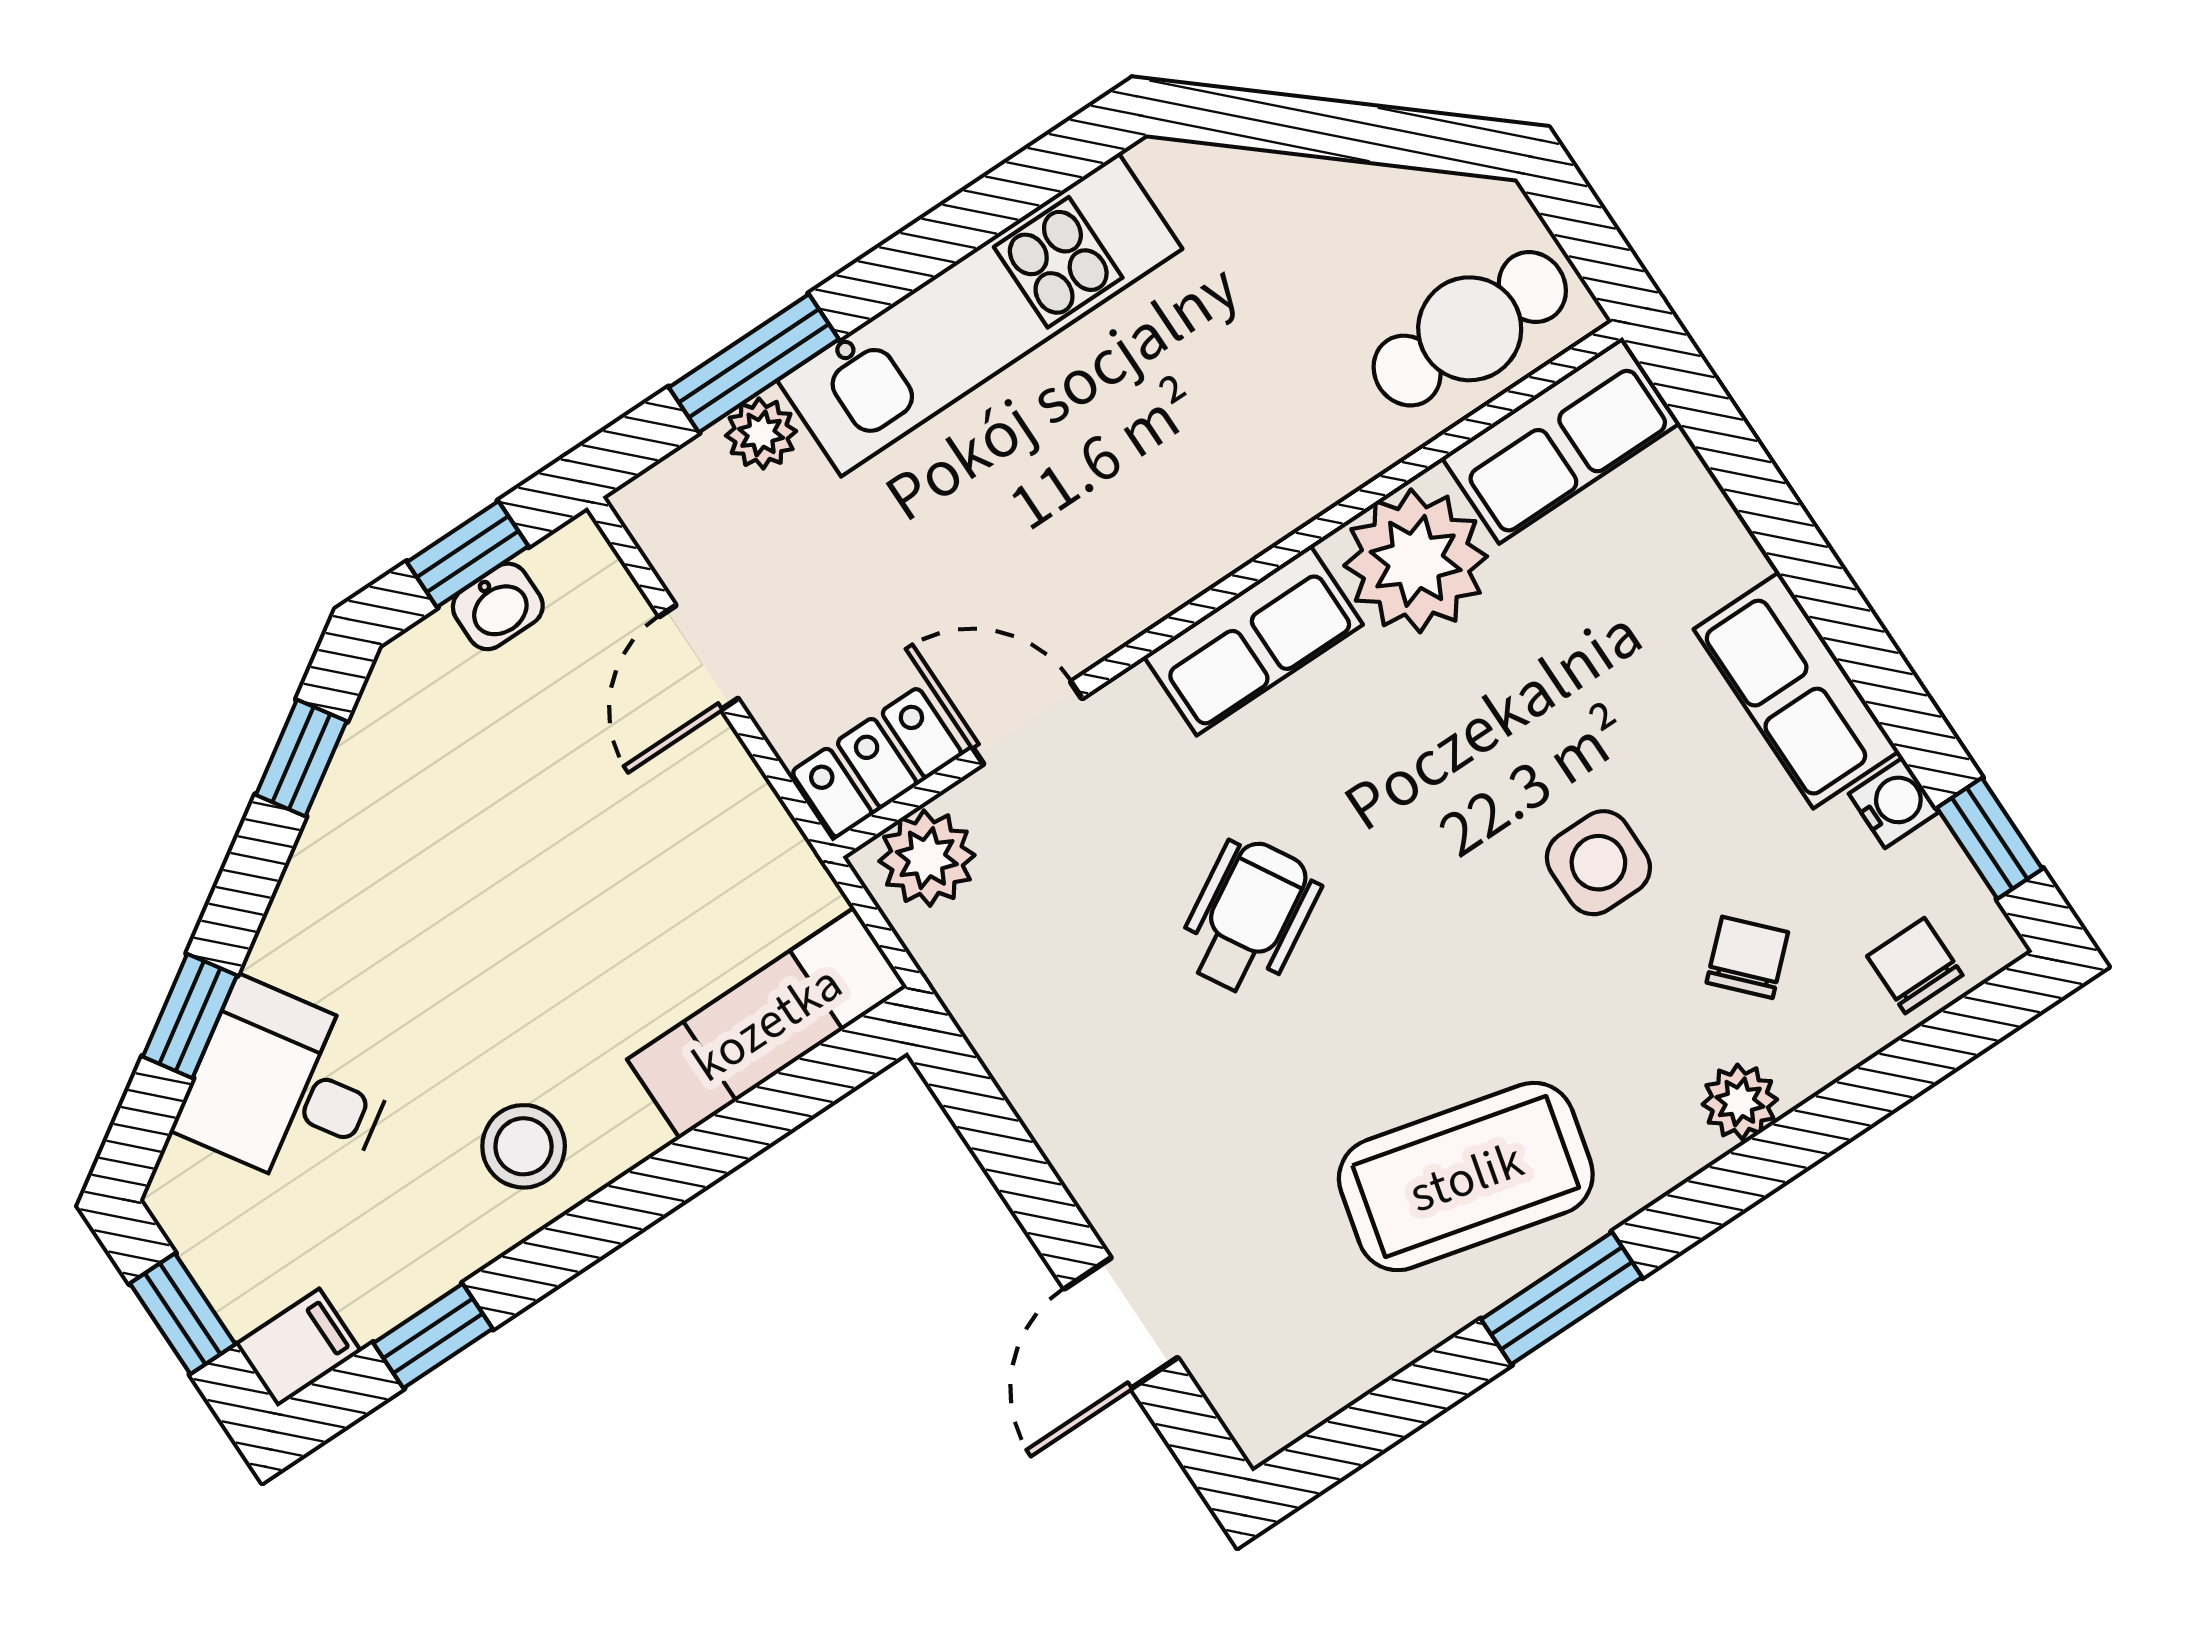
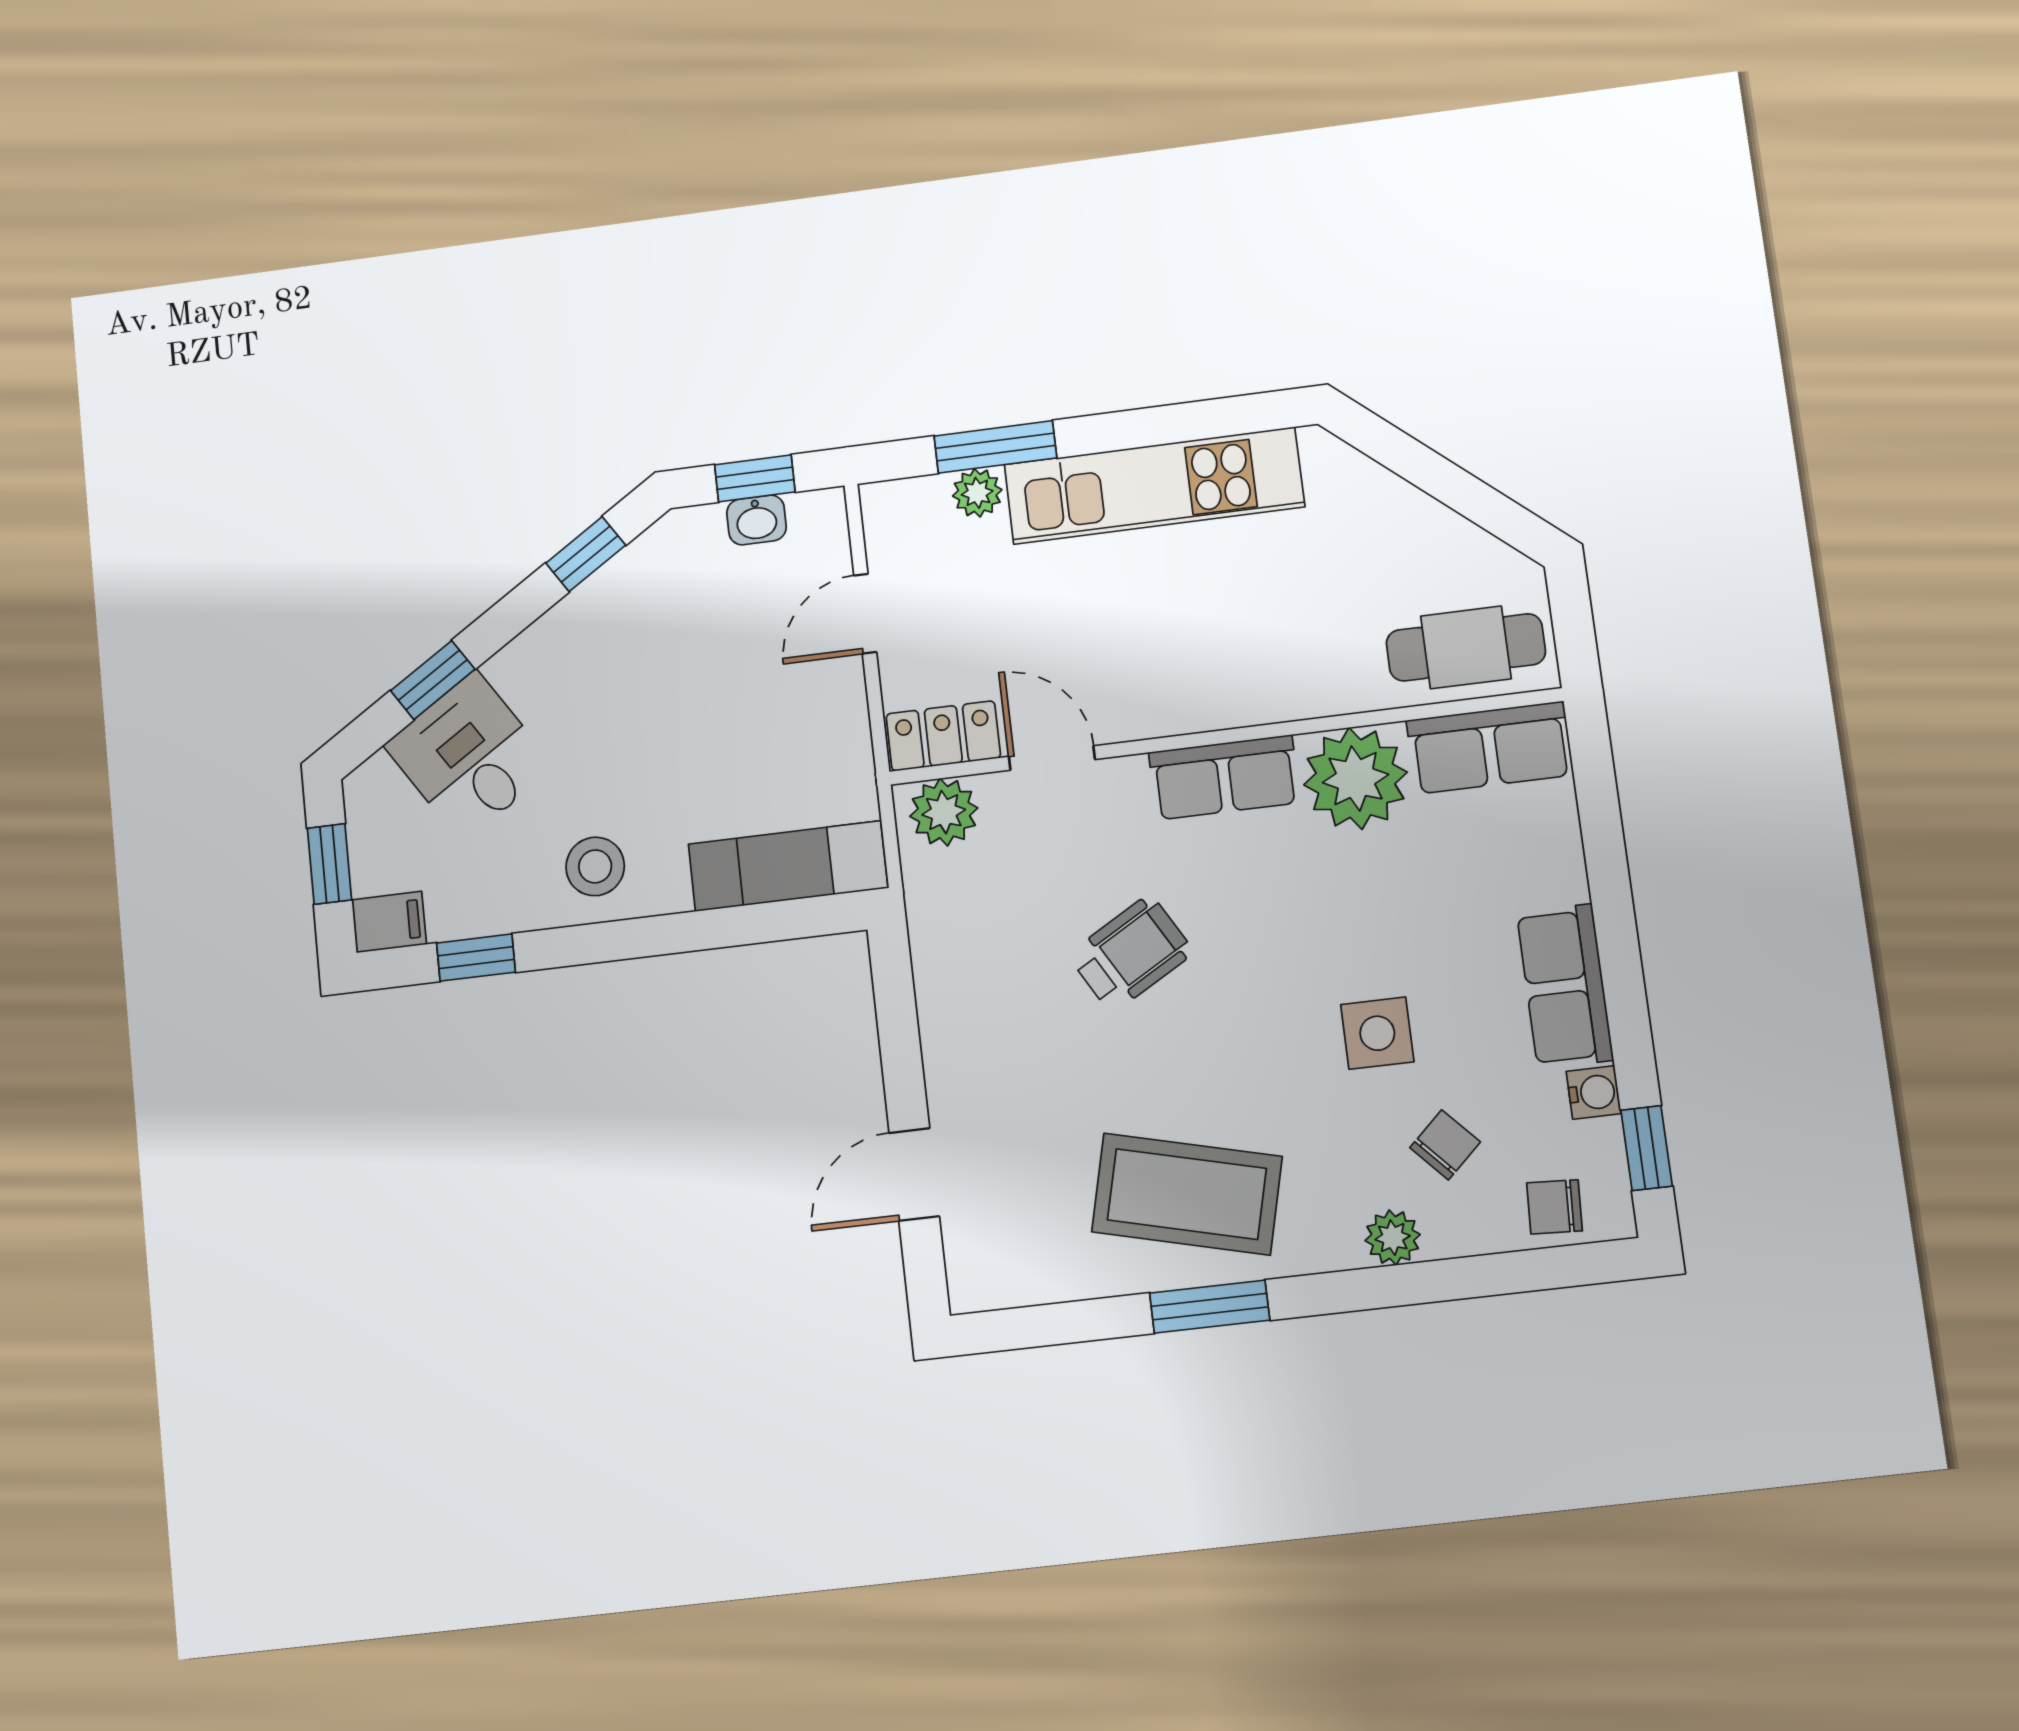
chair: (1915, 966) -> (1554, 1207), turned -87

